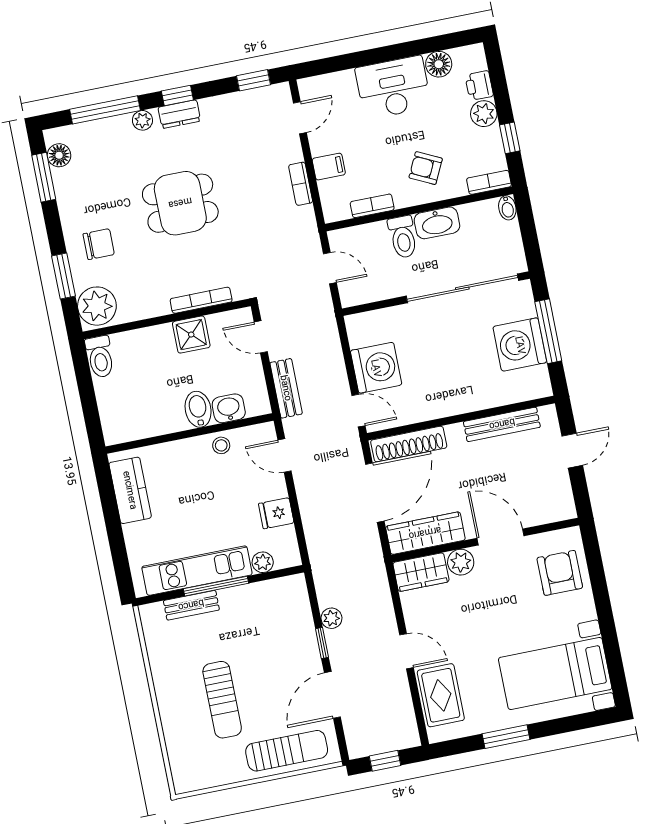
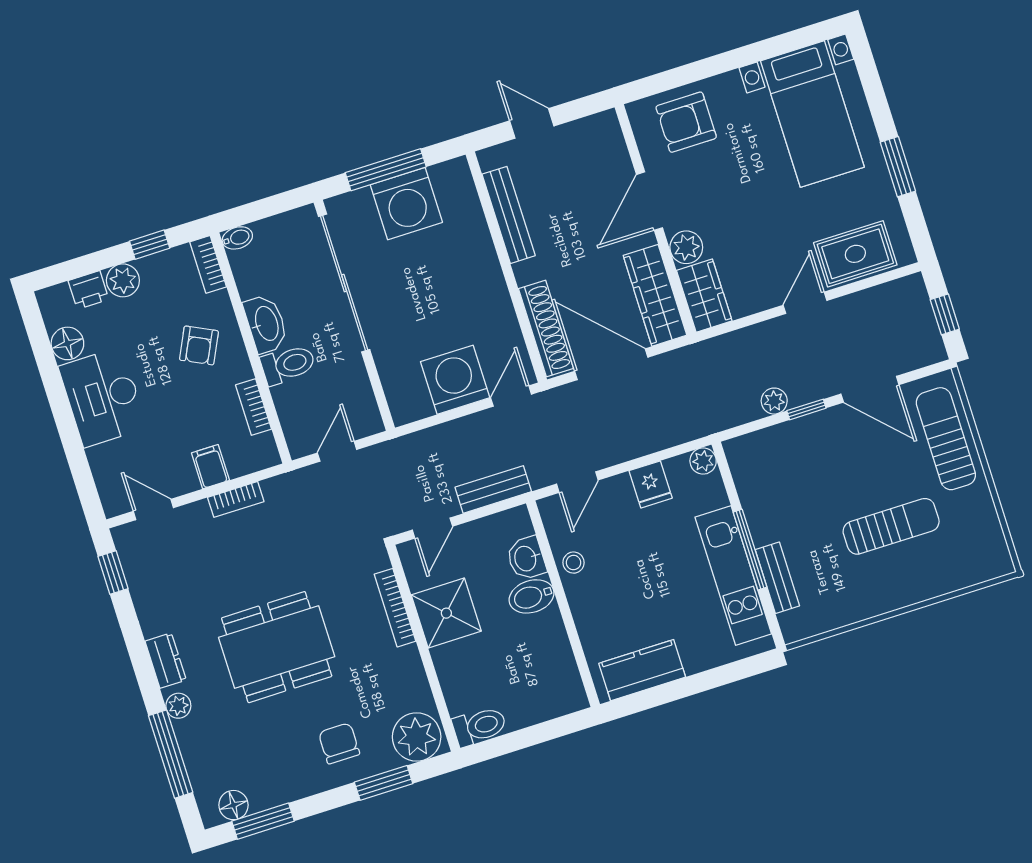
window: (177, 95) -> (142, 666), removed
dining table: (180, 203) -> (277, 647), width x1.38
shower: (191, 335) -> (446, 613), width x1.36, depth x1.36
plant: (263, 562) -> (703, 461), moved

